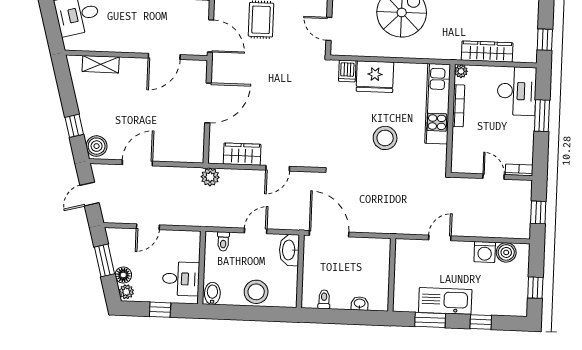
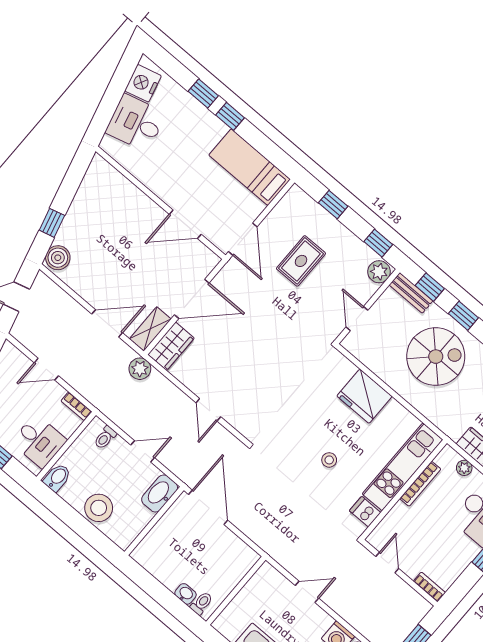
shelving: (101, 64) -> (150, 329), moved, turned 90
dishwasher: (347, 71) -> (365, 512), moved, turned 90
plant: (461, 71) -> (464, 468), moved
stool: (385, 138) -> (329, 460), width x0.53, depth x0.53
wardrobe: (242, 154) -> (171, 346), moved, turned 90
door: (137, 163) -> (107, 323), moved
door: (278, 168) -> (208, 410), hinge flipped
door: (494, 177) -> (387, 563), moved
bookcase: (188, 236) -> (76, 406), added
toilet: (324, 299) -> (202, 603), moved

